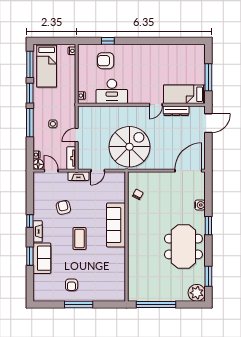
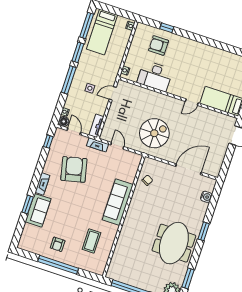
dresser: (176, 111) -> (209, 114), removed
door: (77, 135) -> (113, 93), moved
spiral stairs: (129, 147) -> (154, 133), width x0.73, depth x0.73
door: (98, 171) -> (117, 146), swing flipped
door: (188, 171) -> (188, 169), moved
water cooler: (200, 205) -> (206, 197), moved
armchair: (63, 207) -> (74, 169), width x1.88, depth x1.88
window: (30, 221) -> (48, 142), moved
coffee table: (80, 239) -> (91, 241), moved
window: (79, 305) -> (58, 265), width x1.46

